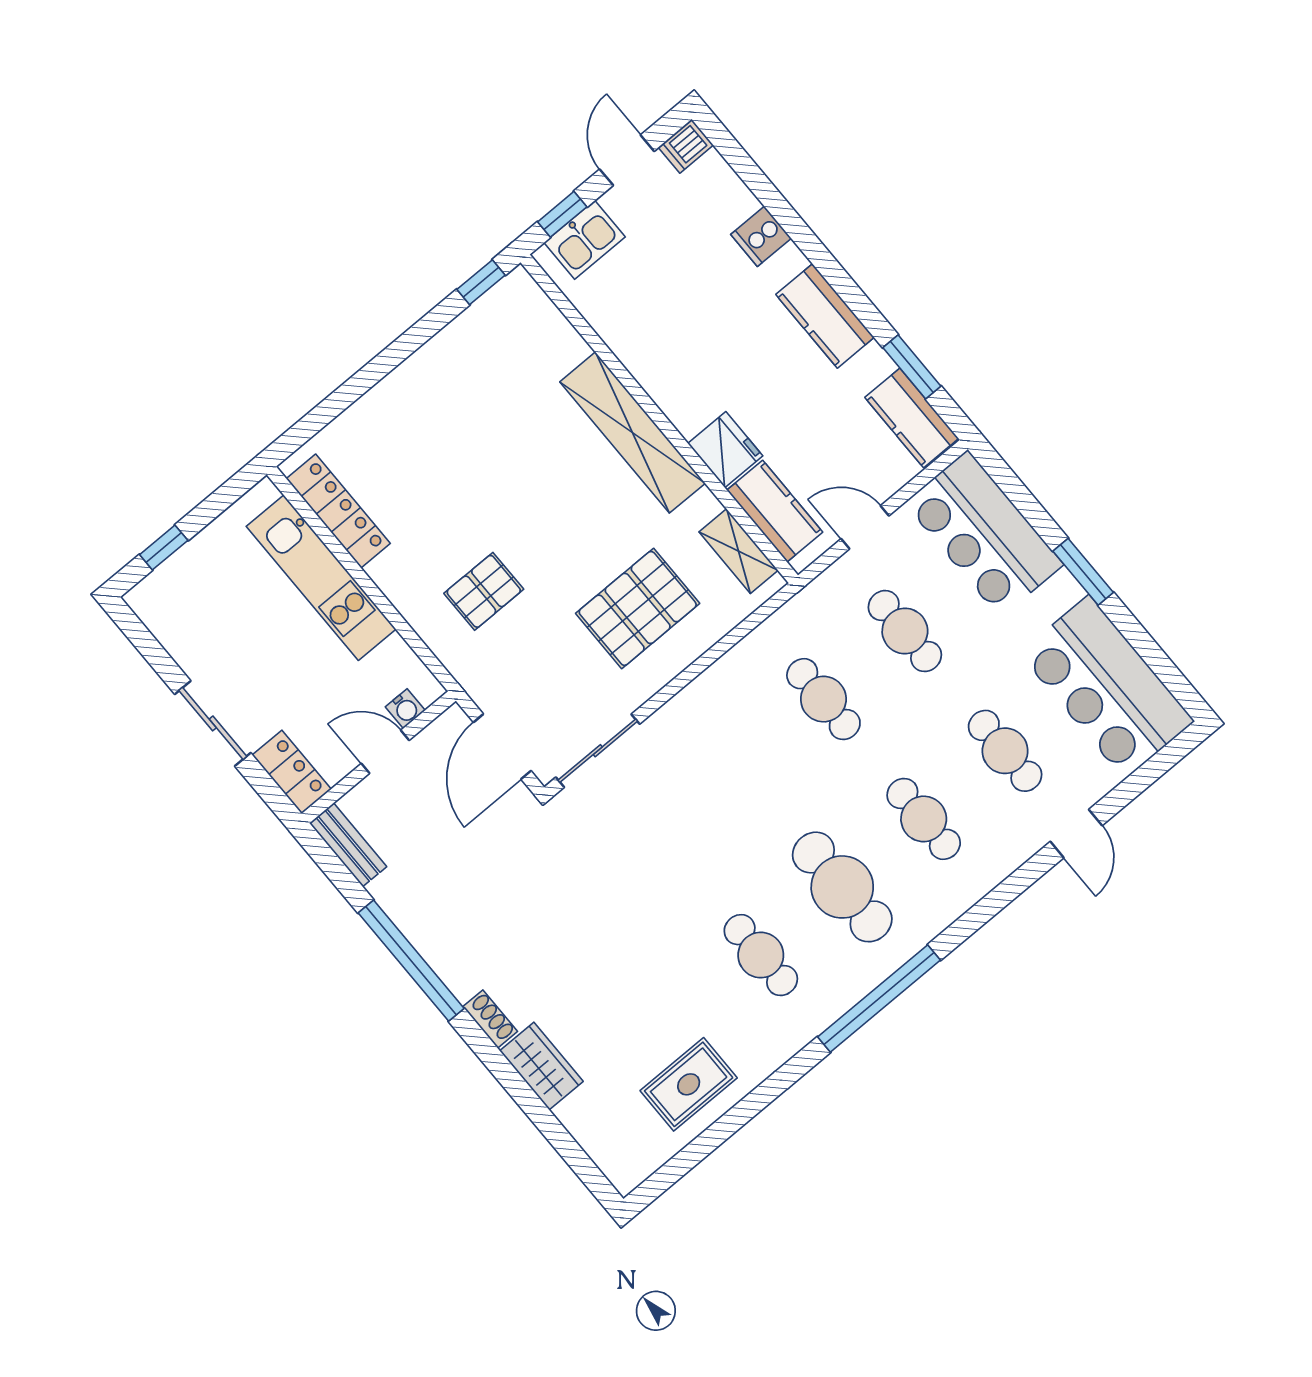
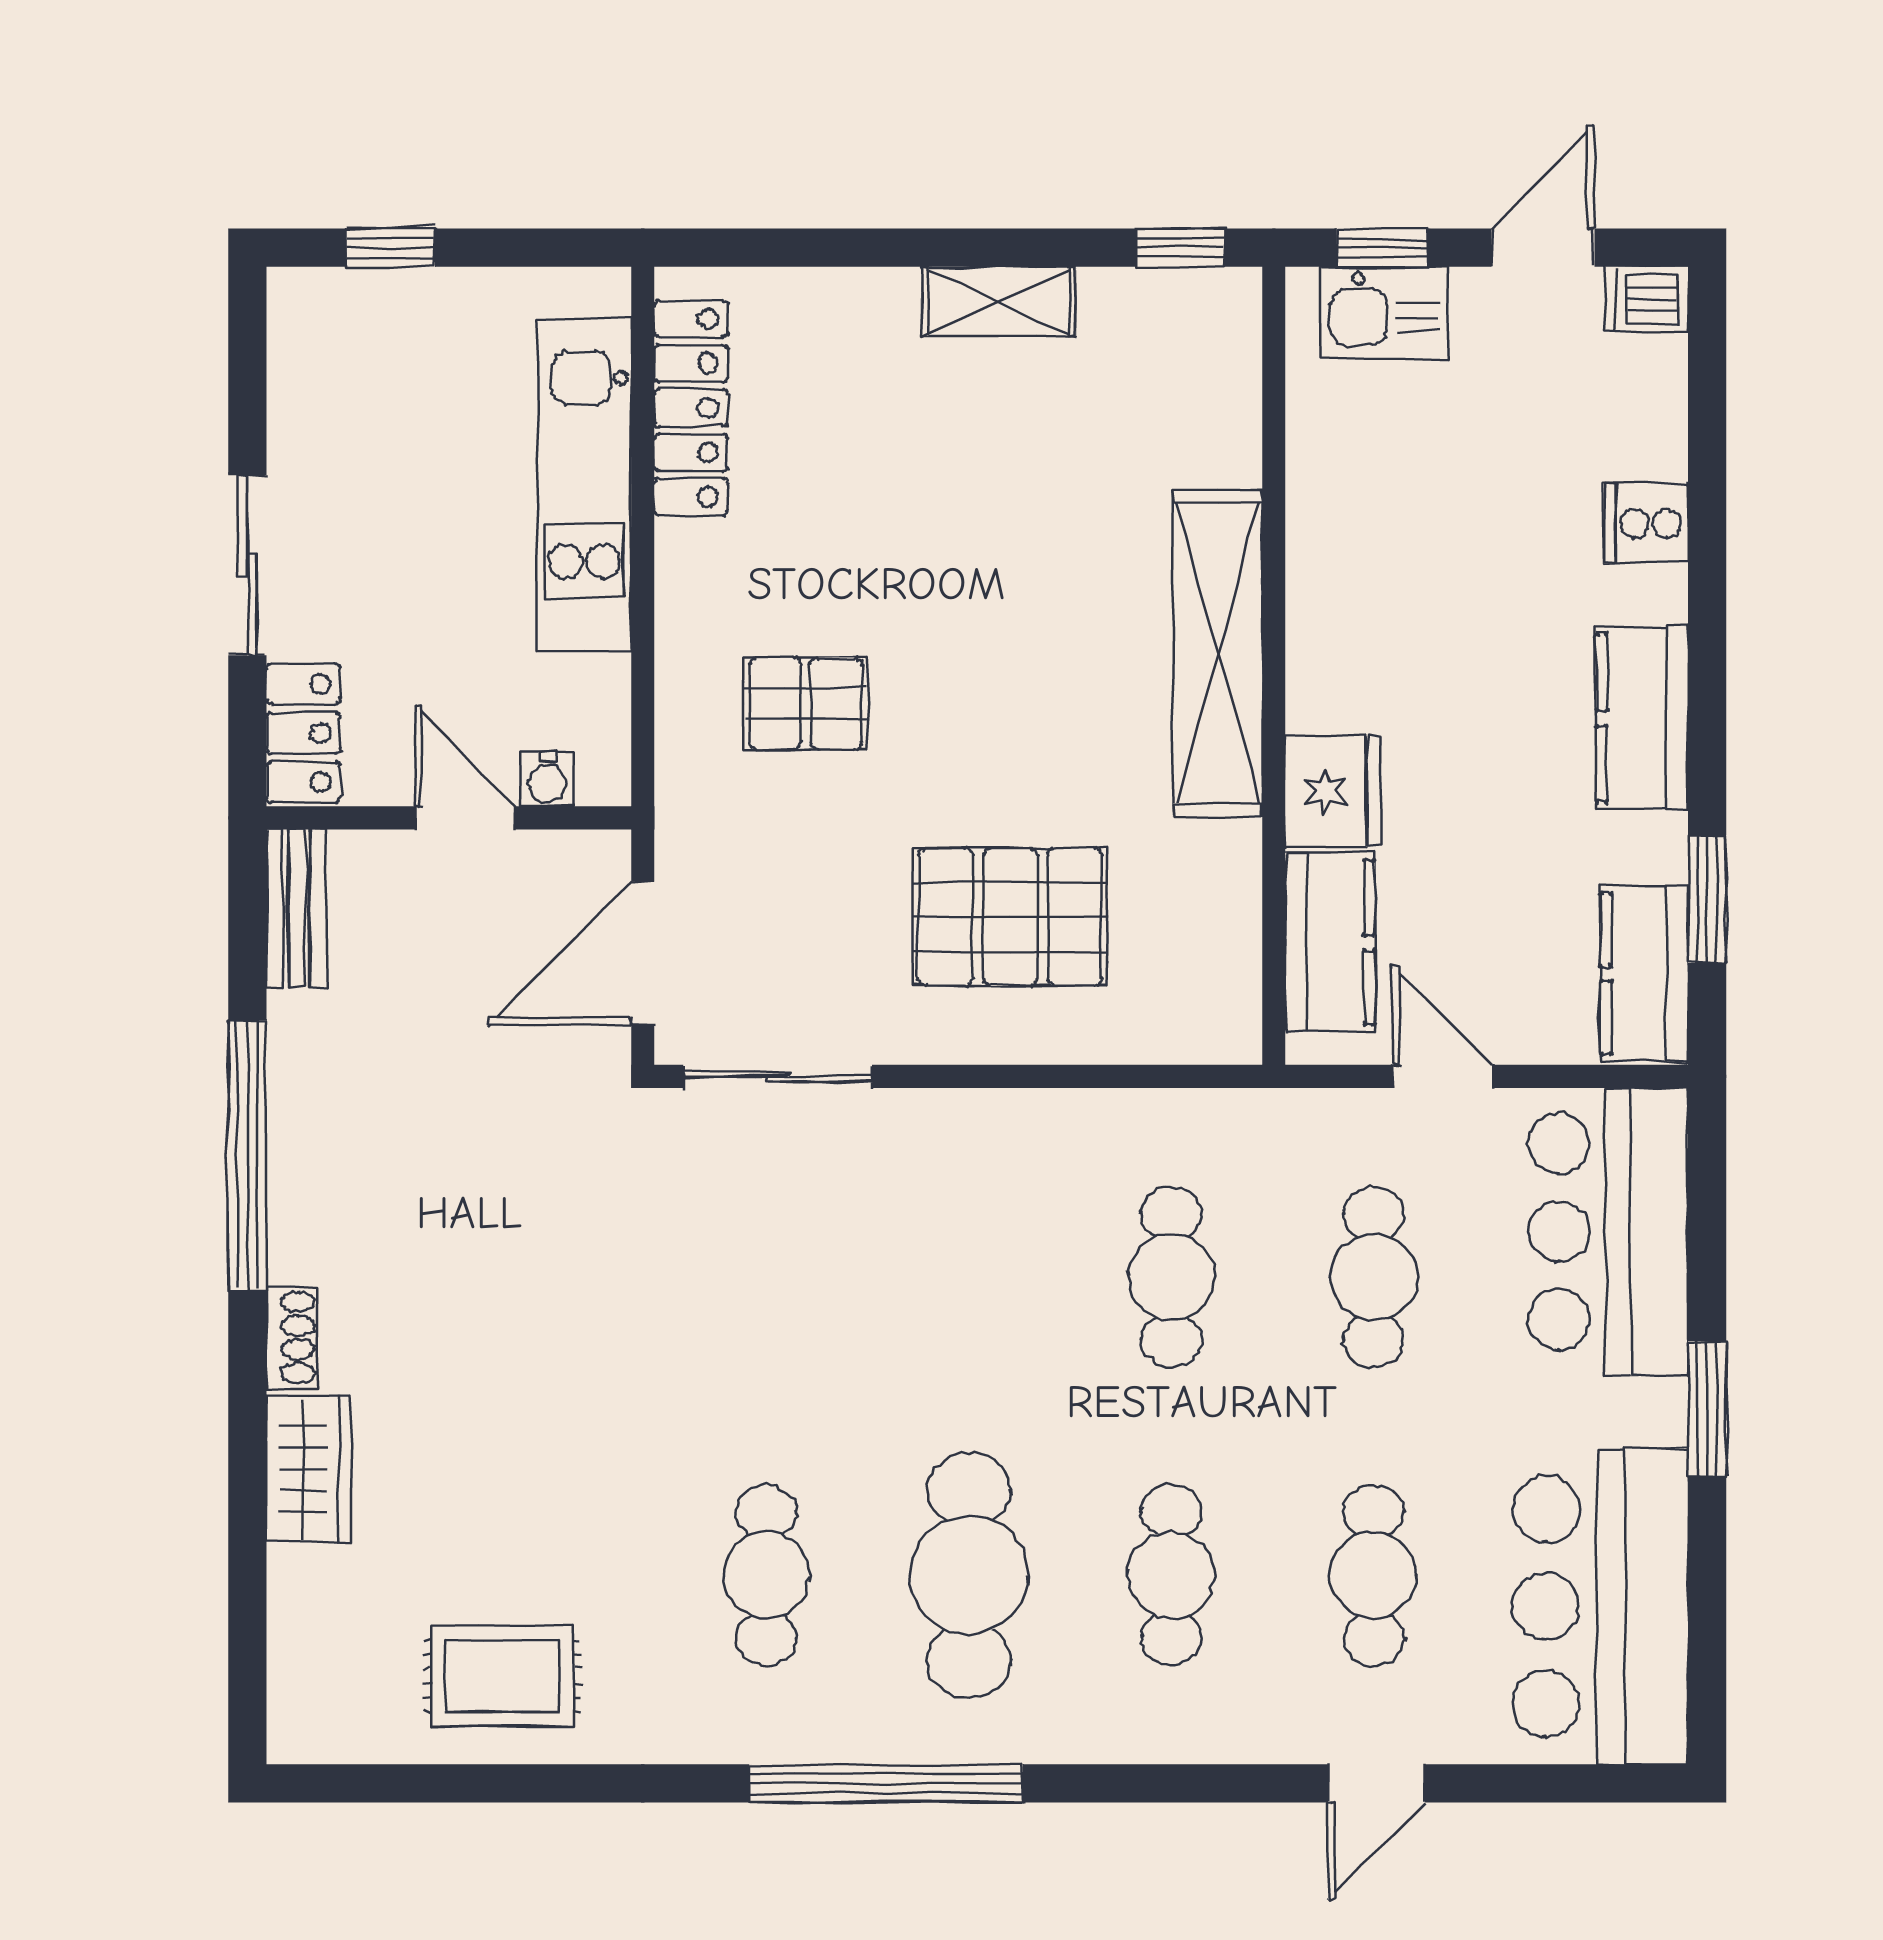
shelving: (738, 551) -> (999, 301), moved, turned 90

